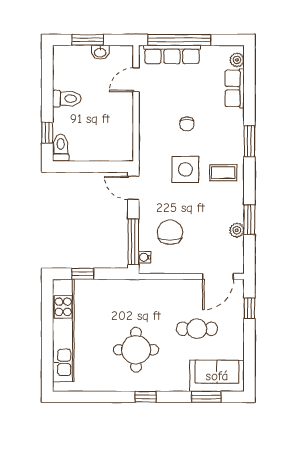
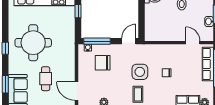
chair: (170, 232) -> (103, 63), turned 180
round table: (136, 350) -> (33, 43), width x1.36, depth x1.36

